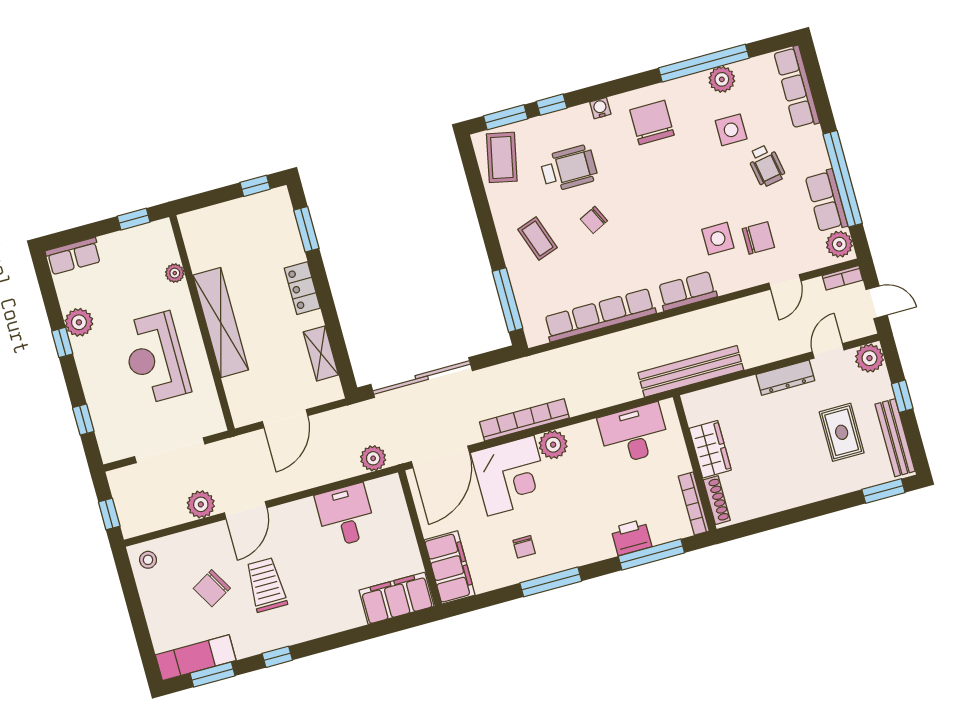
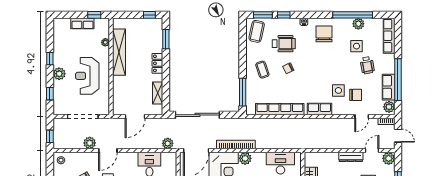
row of seats: (73, 256) -> (82, 23), moved
plant: (79, 322) -> (59, 74), moved
shelving: (221, 323) -> (119, 52), moved
bench: (691, 371) -> (312, 143), removed

